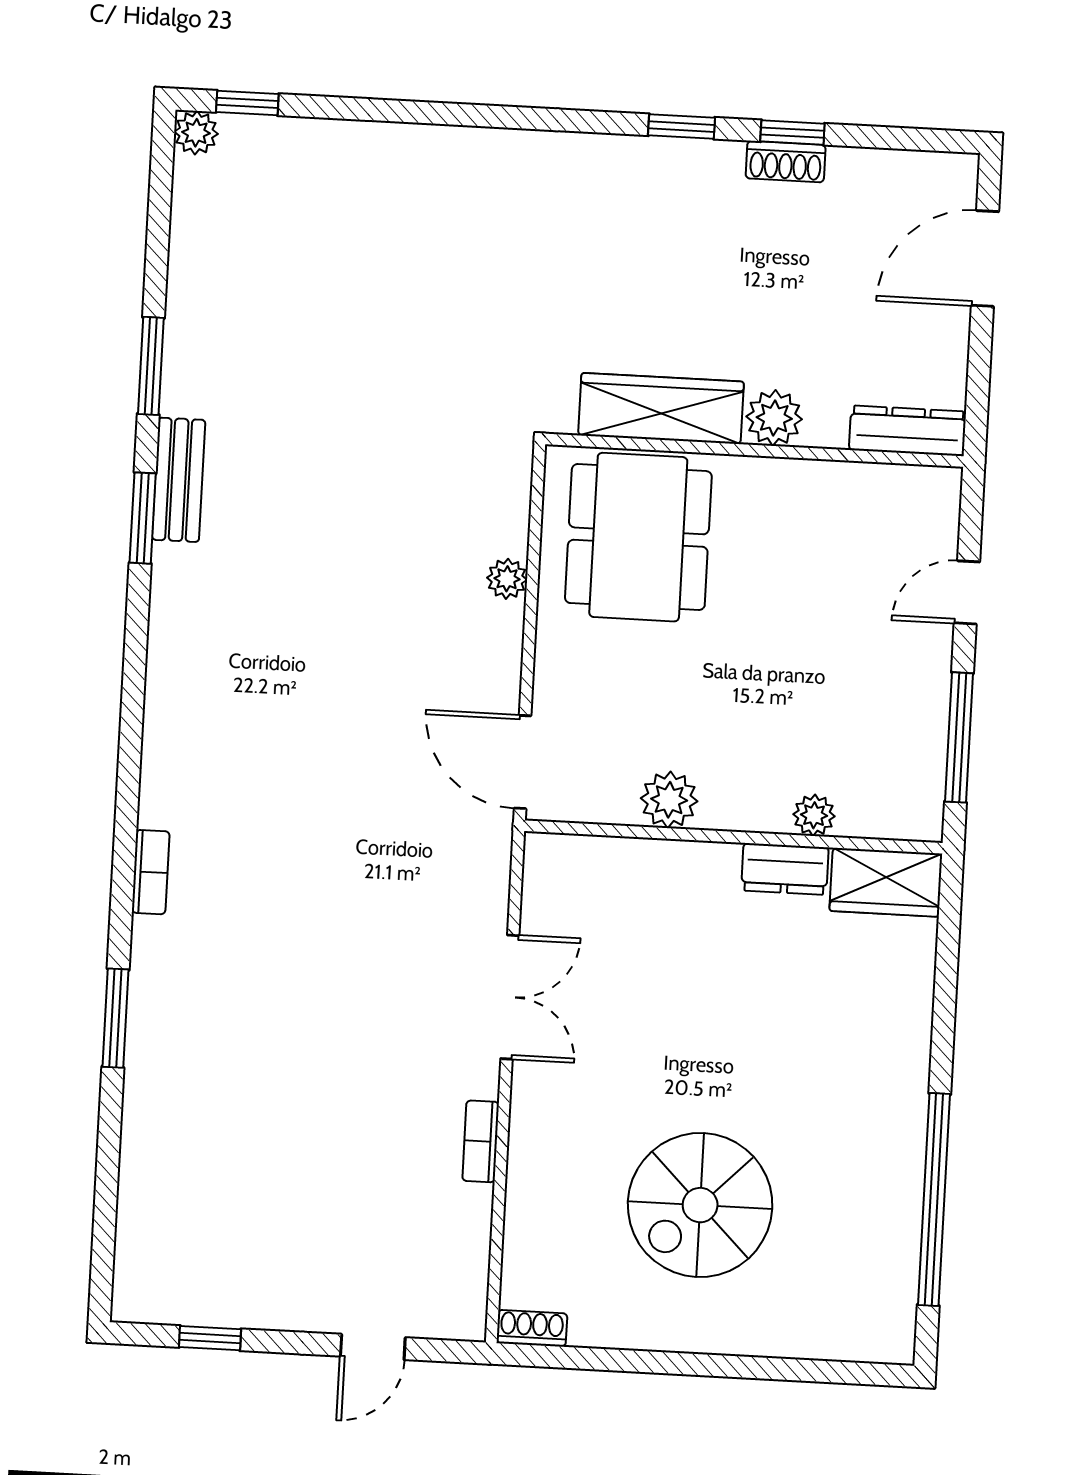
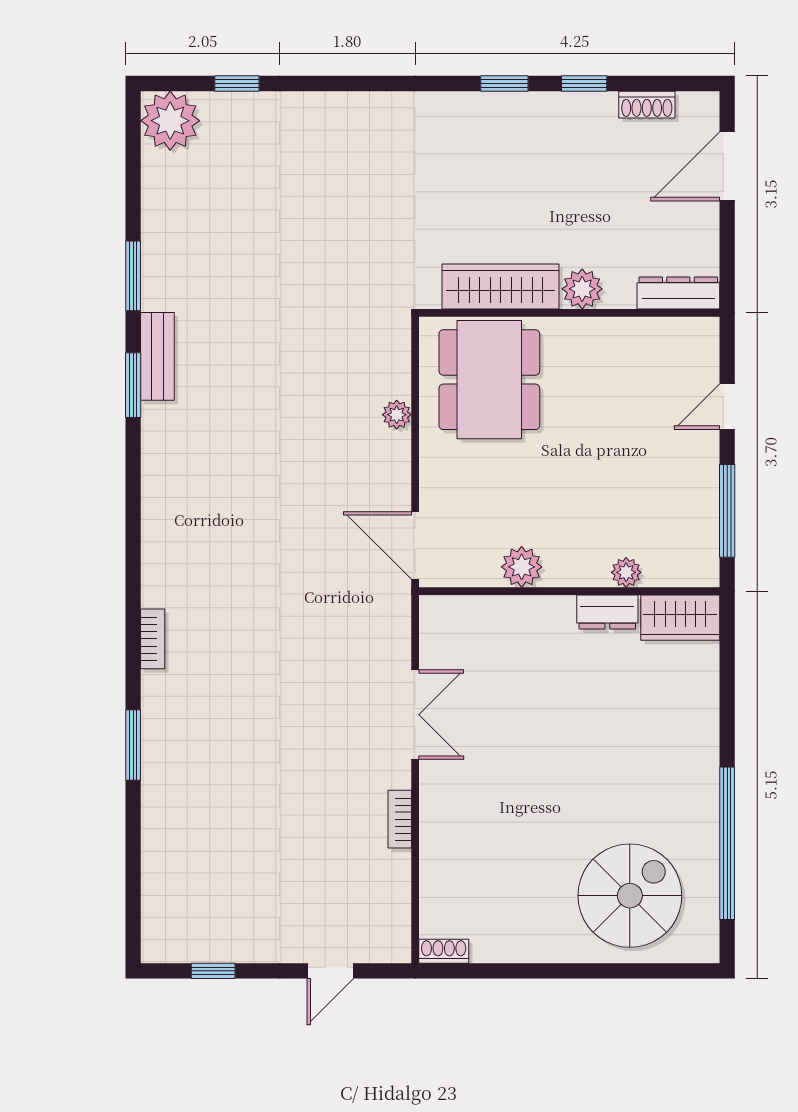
window: (247, 103) -> (237, 83), moved
plant: (196, 133) -> (170, 121), width x1.87, depth x1.87
shoe rack: (786, 162) -> (647, 105), moved
spiral stairs: (700, 1205) -> (630, 896), moved, turned 180

